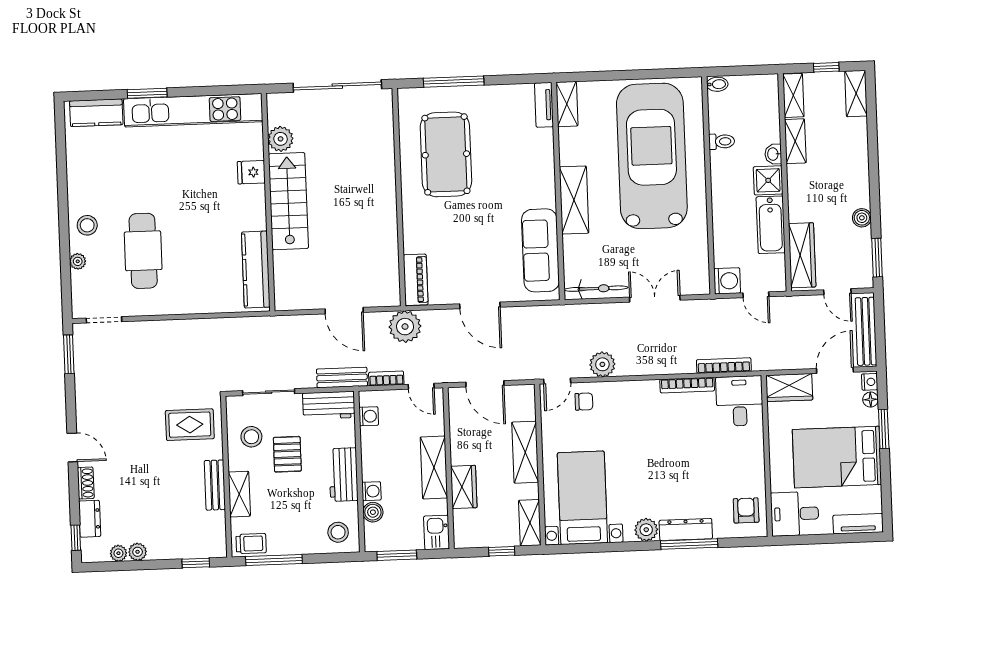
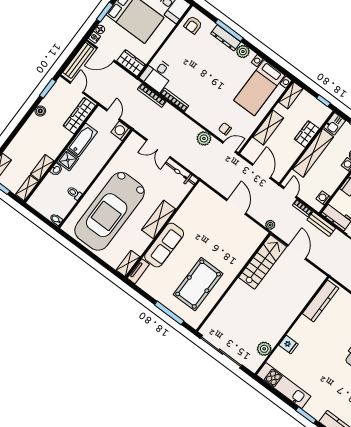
kitchen unit: (193, 110) -> (284, 386), width x0.73
stairs: (288, 201) -> (263, 262), moved, turned 180
sofa: (540, 250) -> (164, 245), moved
piano: (416, 280) -> (255, 240), removed
plant: (405, 327) -> (270, 225), width x0.53, depth x0.53
shelving: (434, 467) -> (313, 153), width x1.47
window: (502, 551) -> (323, 101), moved

